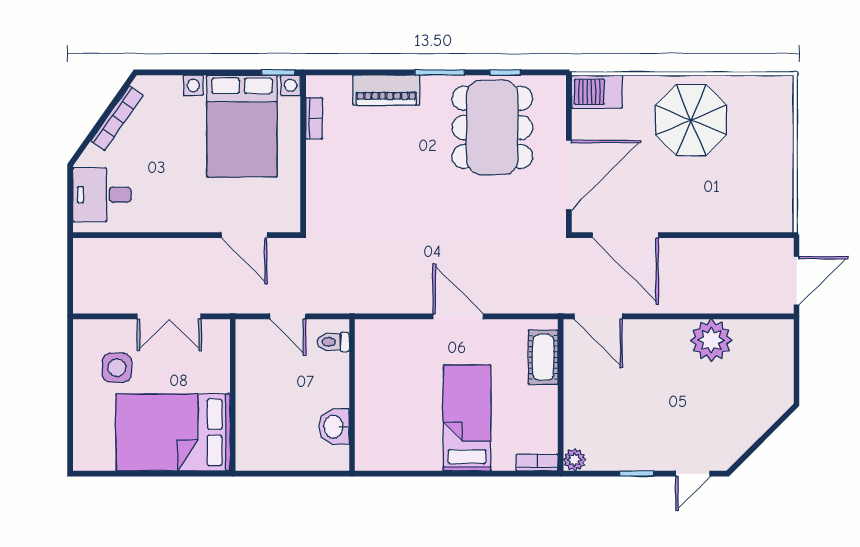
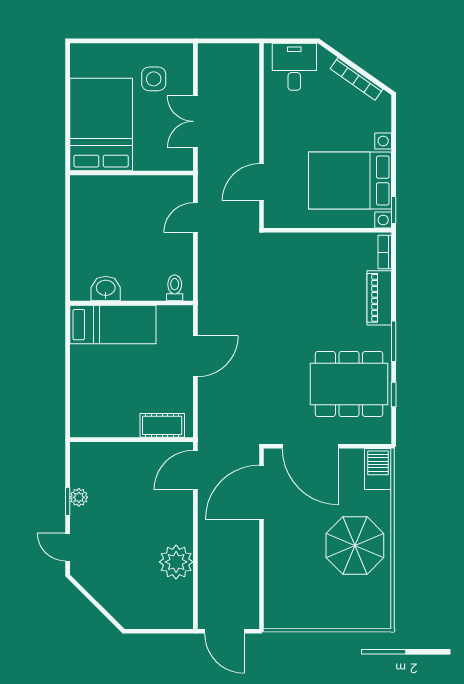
bookcase: (314, 118) -> (385, 252), moved, turned 90
toilet: (333, 342) -> (175, 288), moved
wall: (352, 395) -> (131, 303), moved
bed: (467, 418) -> (113, 325), moved
washbasin: (334, 427) -> (106, 289), moved
plant: (575, 460) -> (79, 497), moved
bookcase: (537, 463) -> (77, 420), removed

